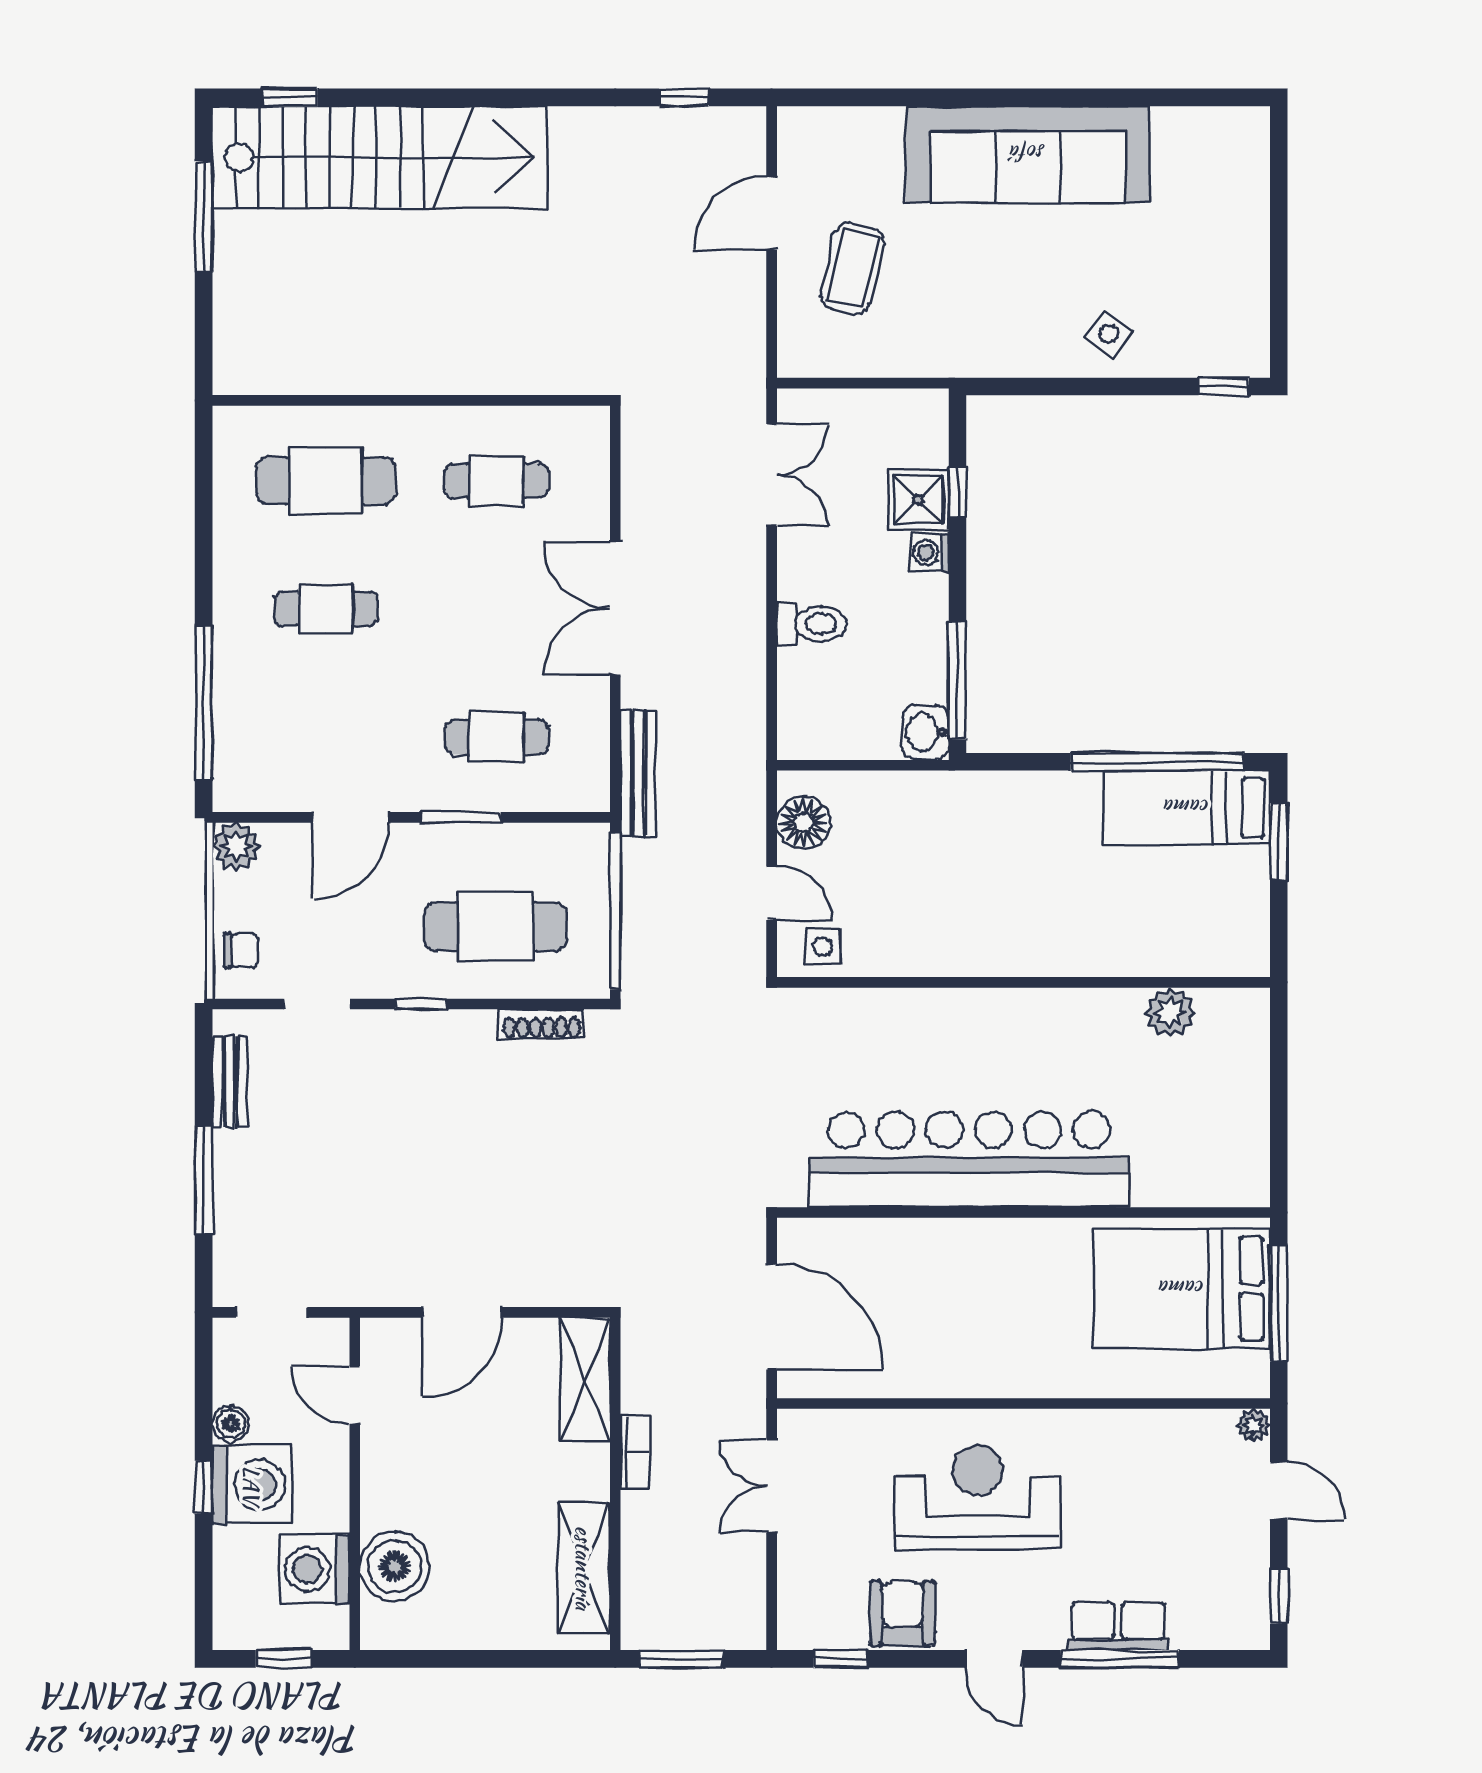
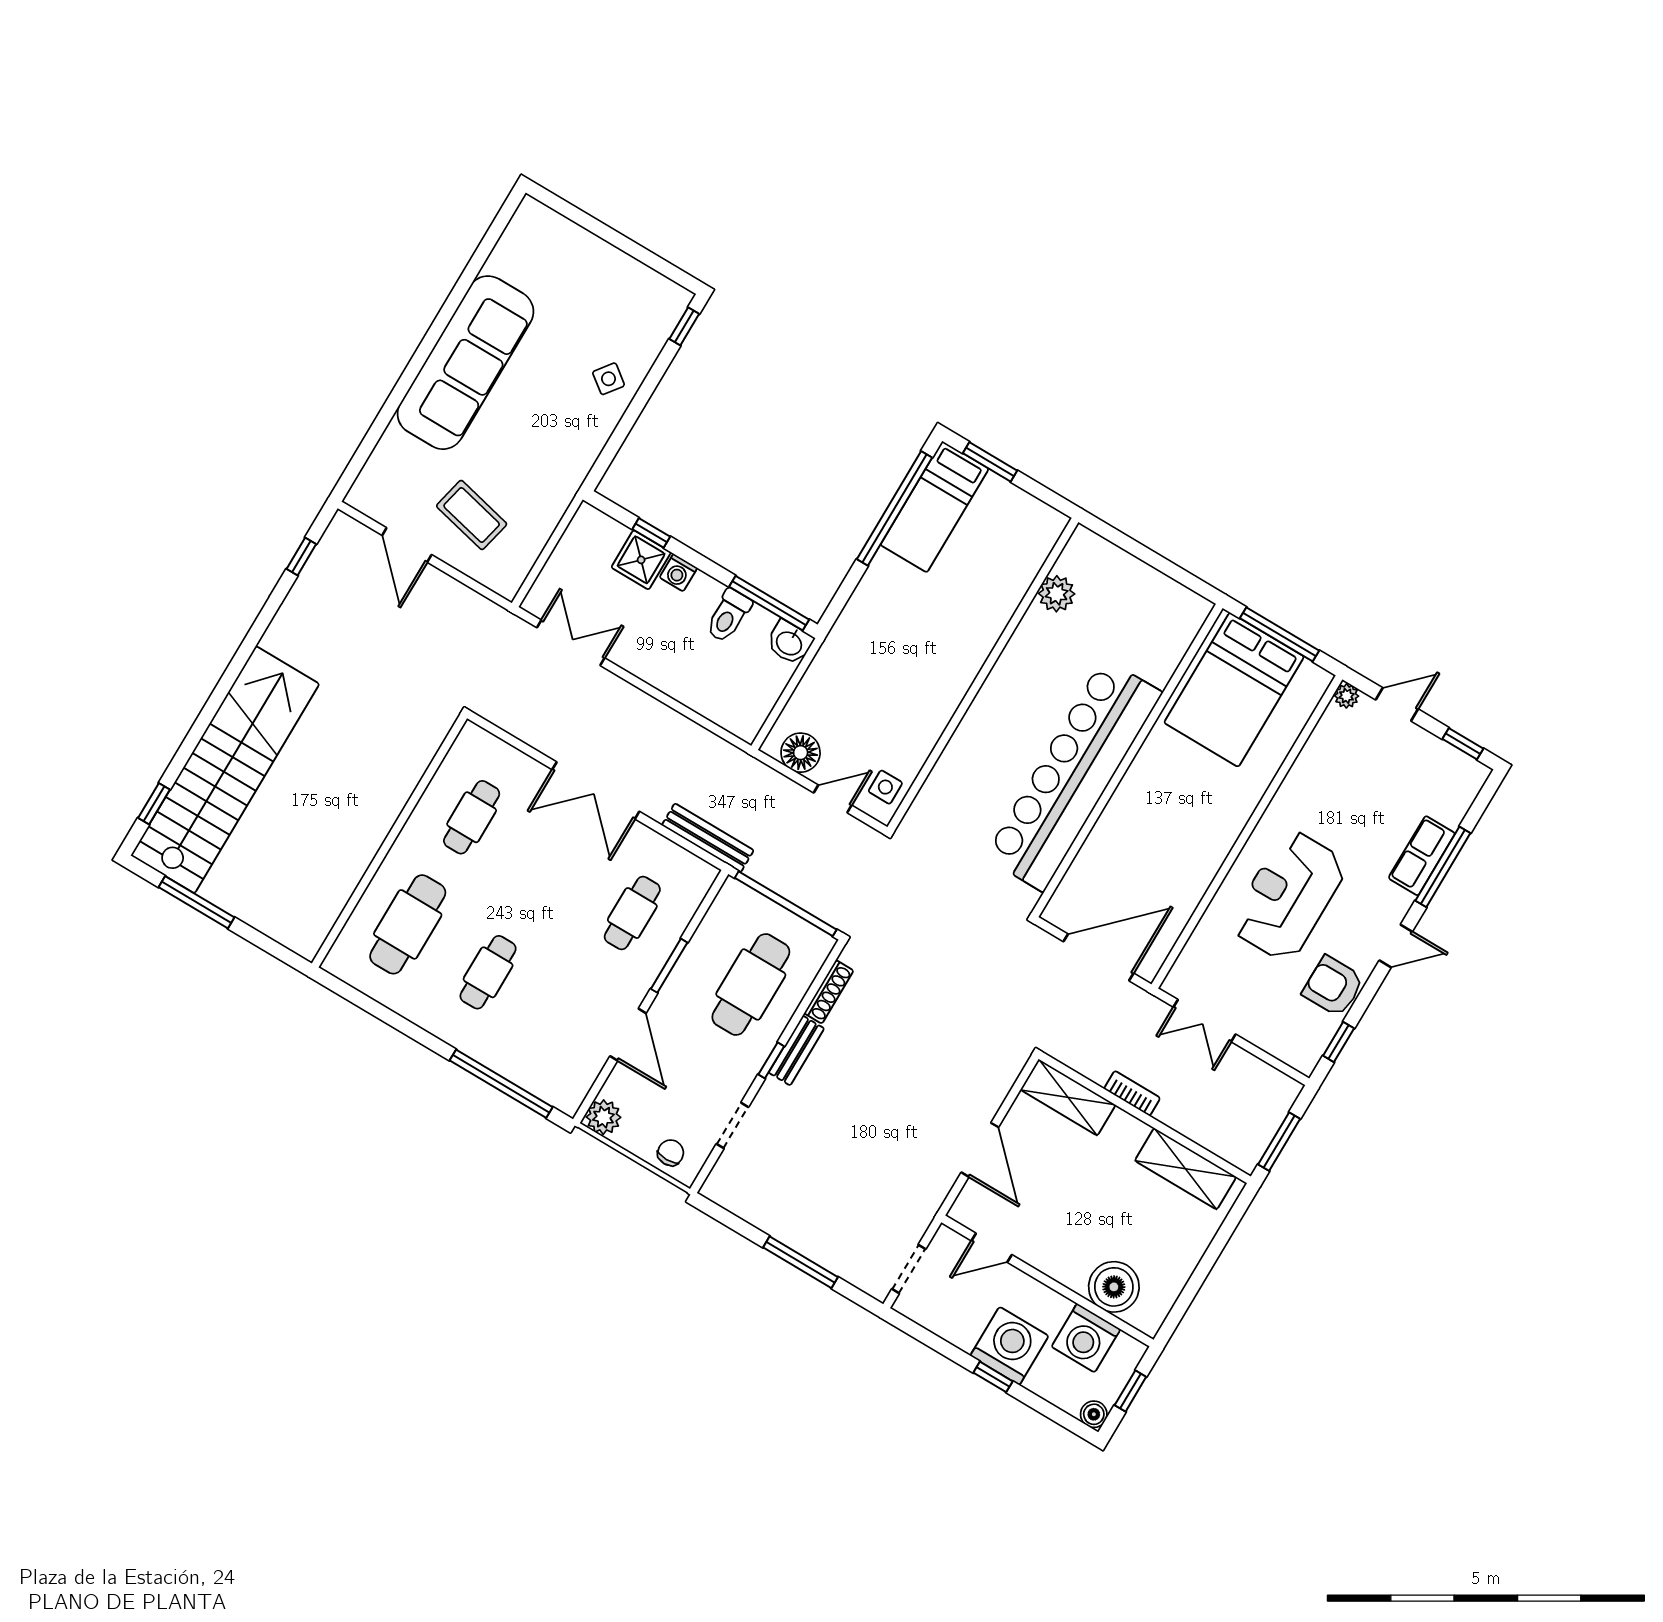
toilet: (811, 624) -> (728, 616), moved, turned 180
bench: (230, 1082) -> (796, 1050), moved, turned 90
boiler: (230, 1424) -> (1094, 1414), moved

